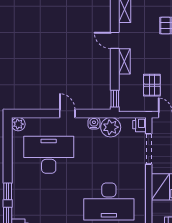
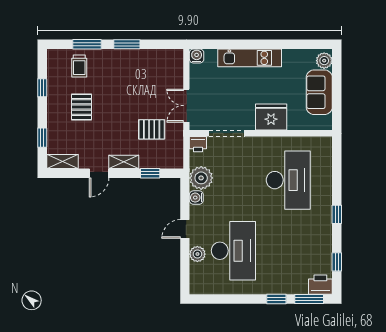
window: (115, 99) -> (150, 173), moved
plant: (18, 124) -> (197, 254), moved
desk: (49, 155) -> (233, 251), turned 180

